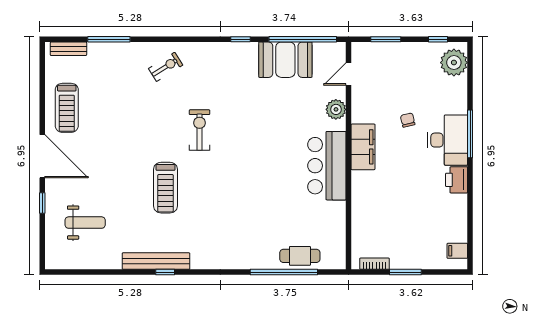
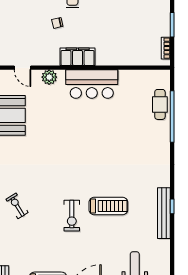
exercise bike: (200, 130) -> (72, 216), moved, turned -90

